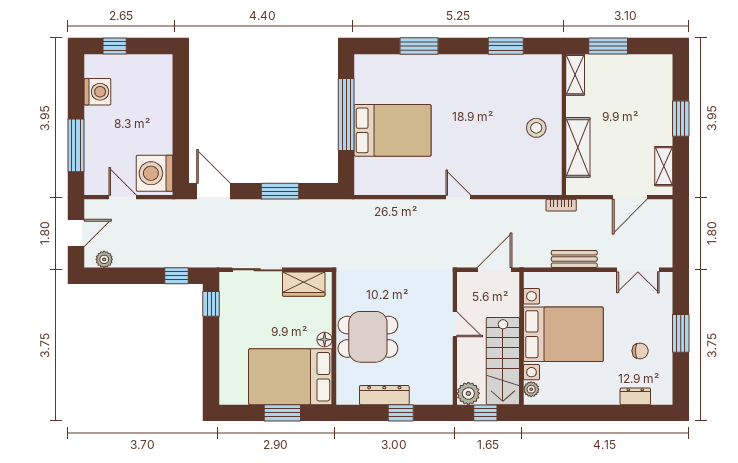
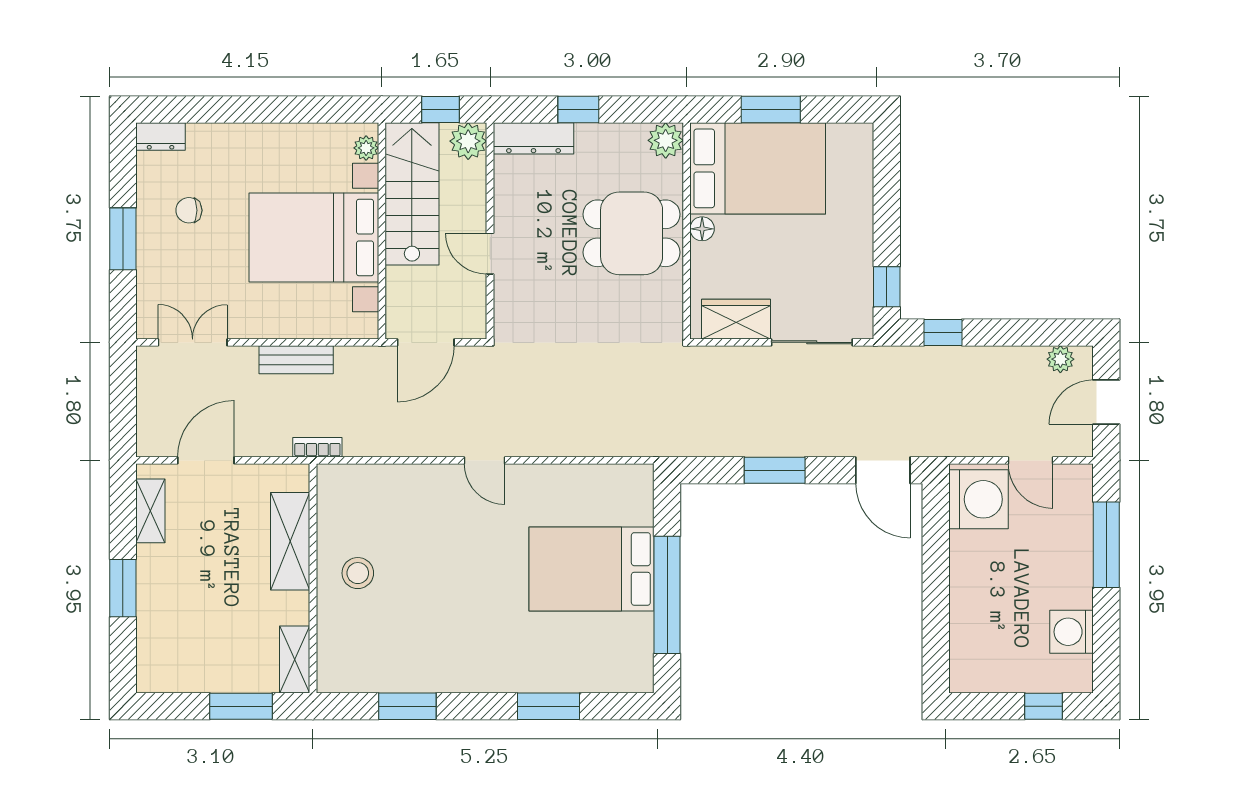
plant: (347, 394) -> (666, 140), added
dresser: (384, 395) -> (534, 138), moved
dresser: (635, 396) -> (161, 136), moved

